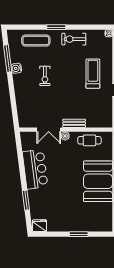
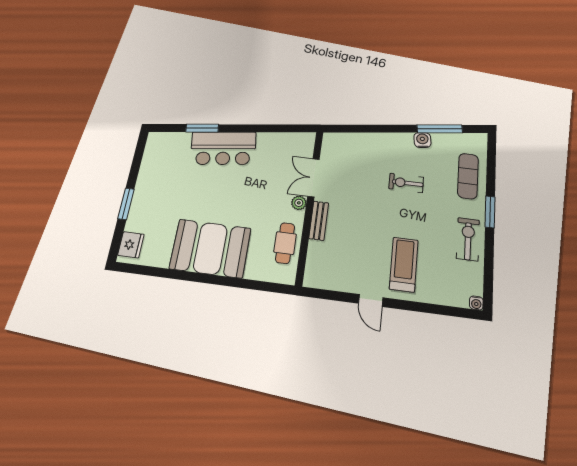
treadmill: (93, 74) -> (404, 264), turned -90
bar counter: (35, 169) -> (223, 148), moved
fridge: (40, 226) -> (131, 245), moved

